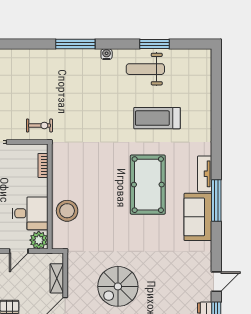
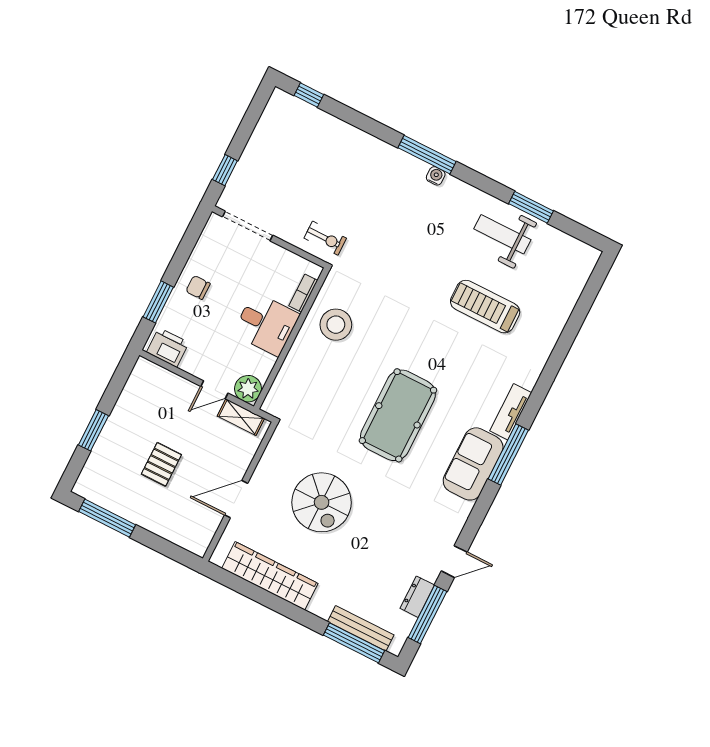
water cooler: (107, 54) -> (436, 176), moved
pool table: (148, 185) -> (398, 415), moved
stool: (67, 211) -> (336, 325), moved
desk: (30, 213) -> (266, 324), moved
shelving: (57, 278) -> (241, 417), moved, turned 90
spiral stairs: (118, 286) -> (322, 502), turned -90

